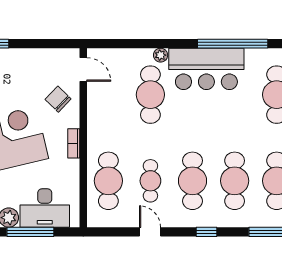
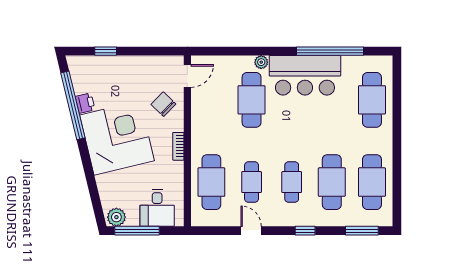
door: (83, 70) -> (187, 76), hinge flipped
cafe table: (192, 181) -> (292, 182), width x0.73, depth x0.74
desk: (45, 208) -> (157, 208), width x0.73

